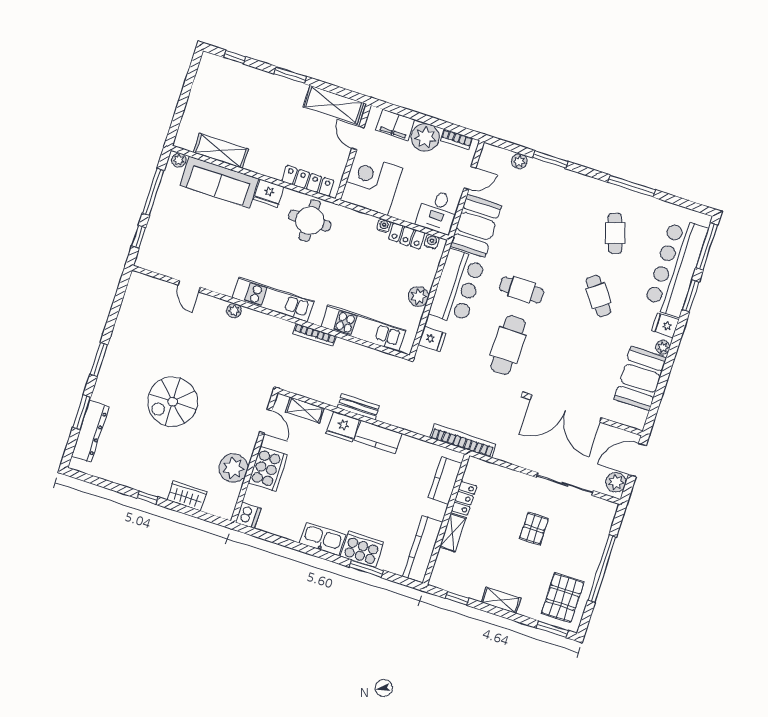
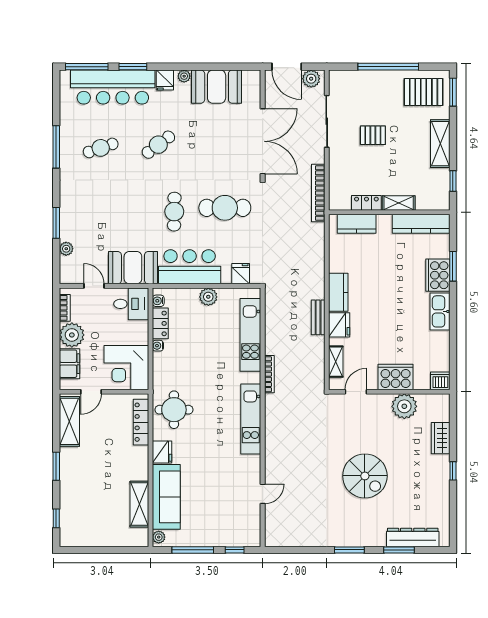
plant: (234, 311) -> (271, 449), removed
bookcase: (463, 441) -> (318, 193), moved
shelving: (501, 600) -> (440, 144), width x1.50, depth x1.33

